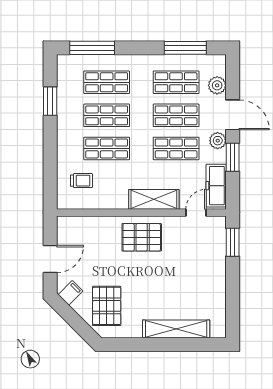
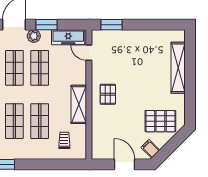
shelving: (154, 199) -> (79, 104), moved
pallet: (142, 237) -> (108, 94), width x0.67, depth x0.71

